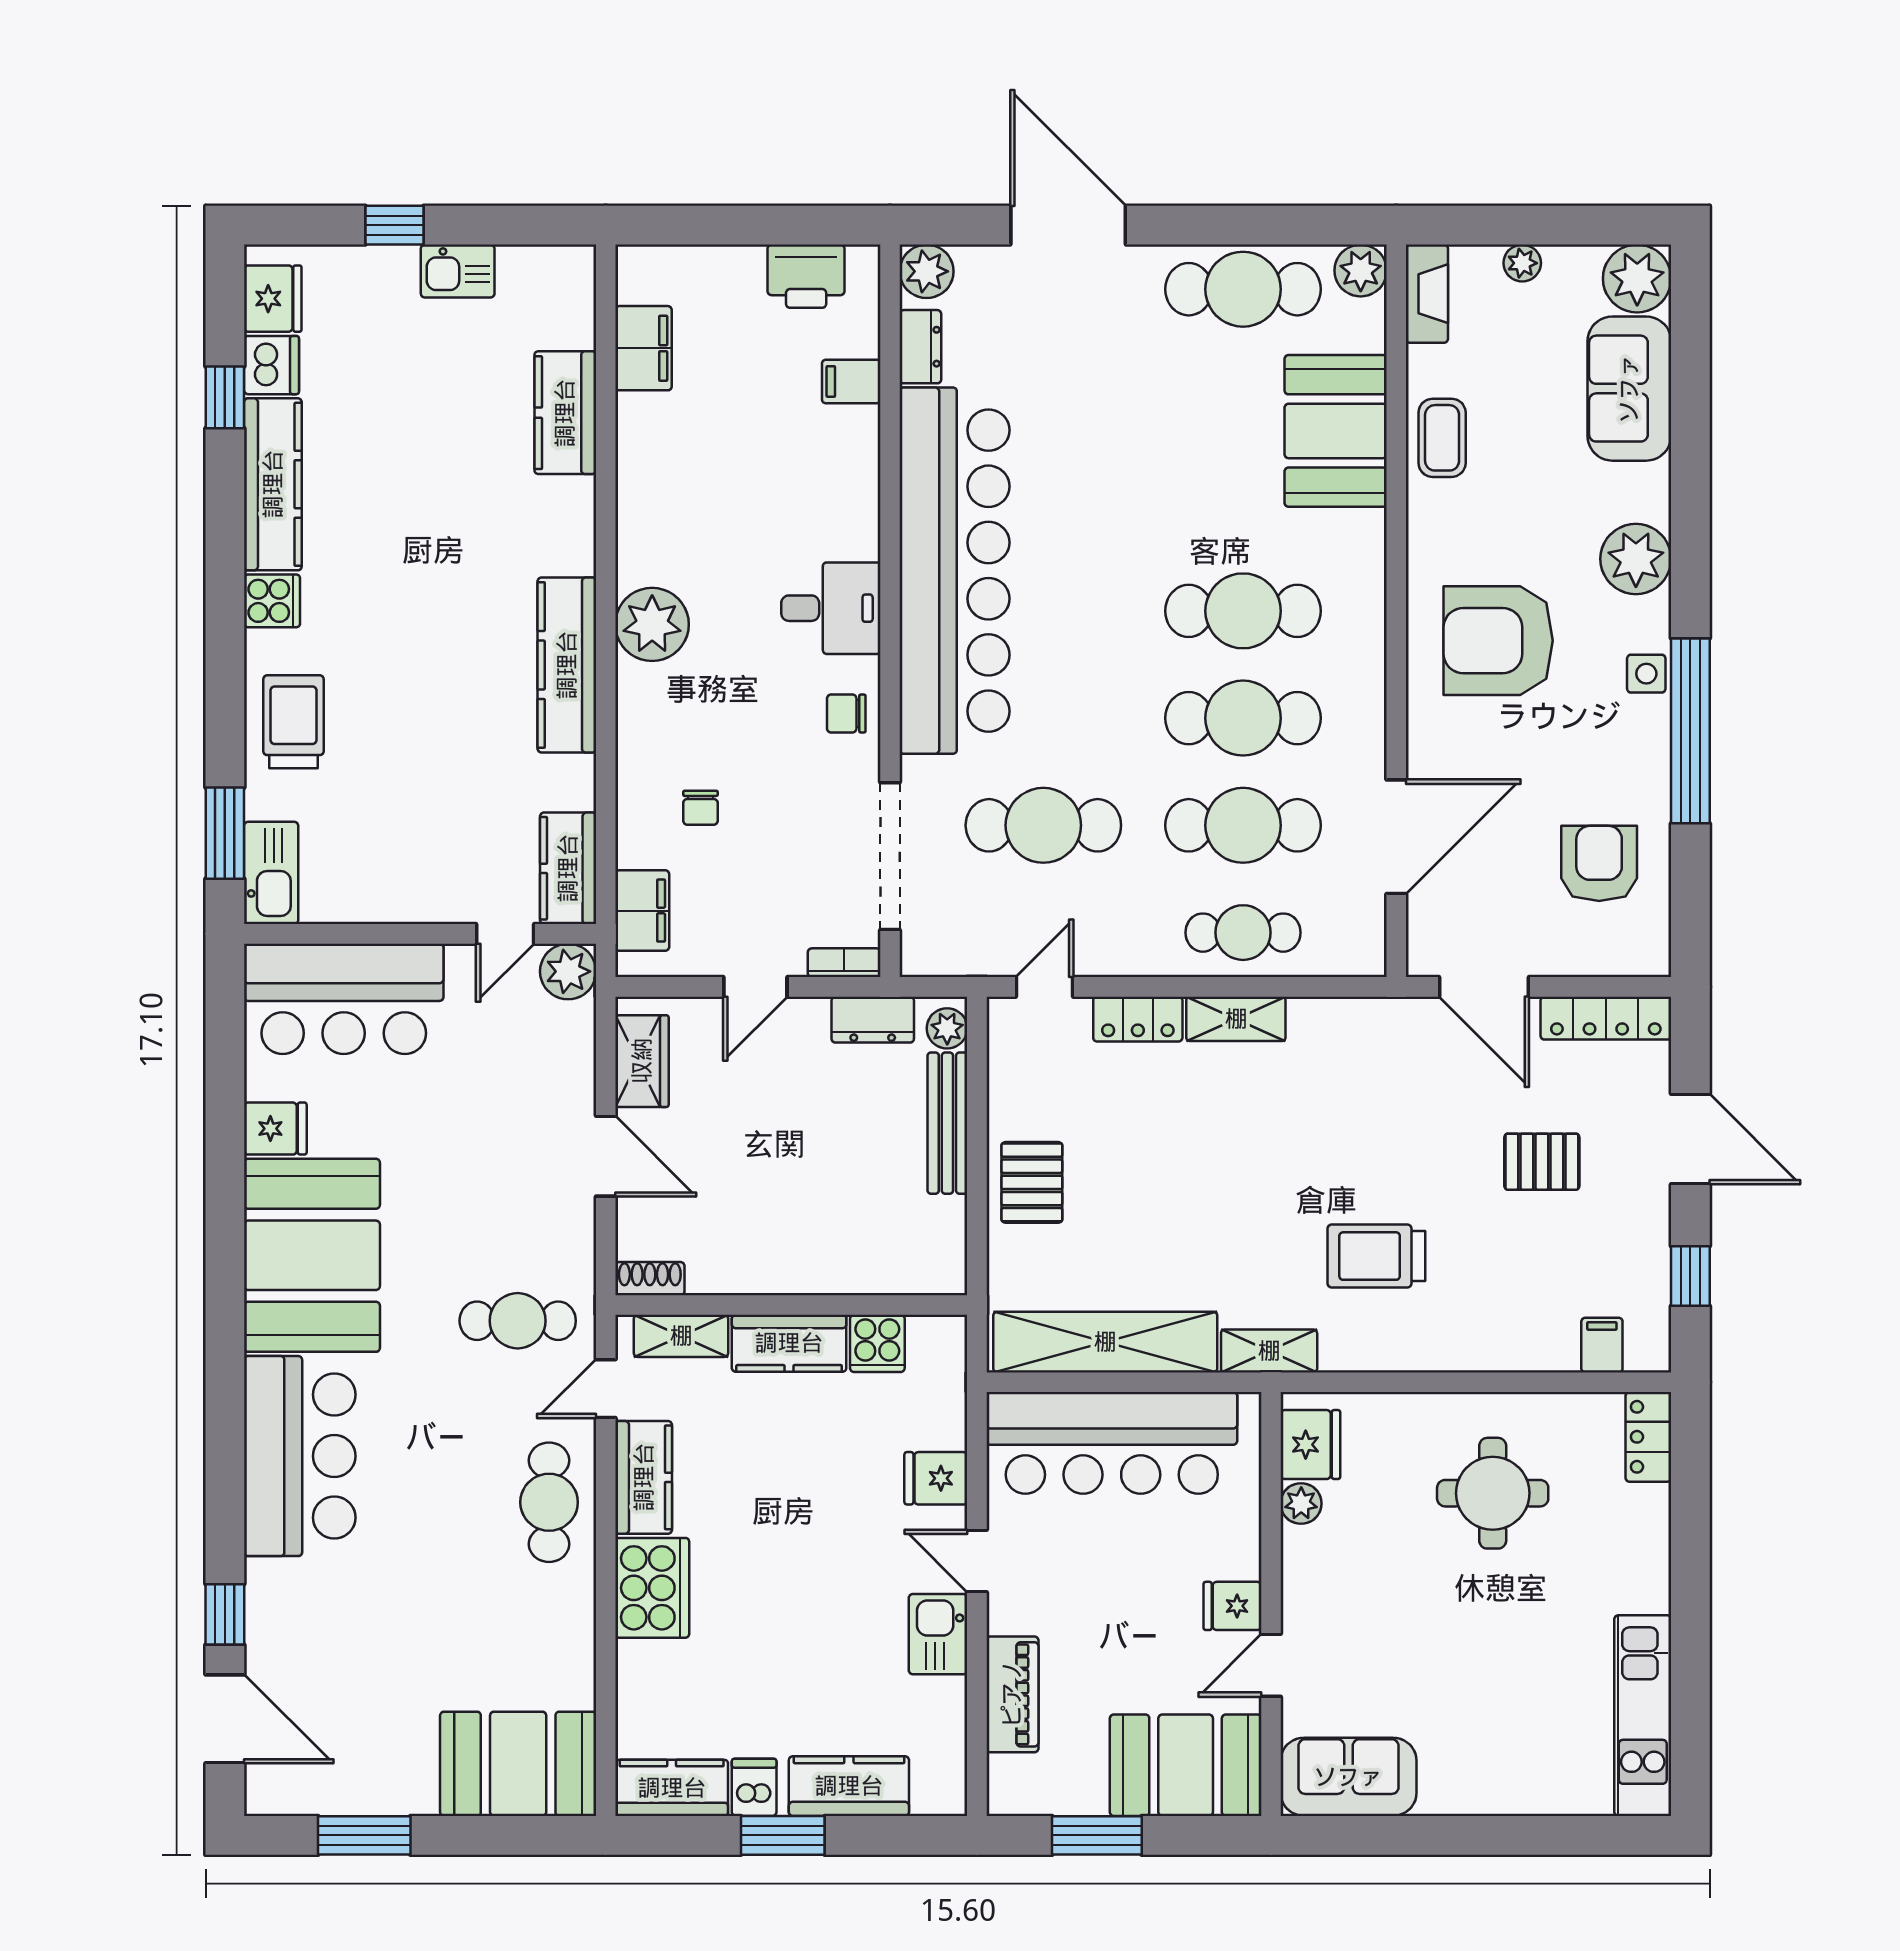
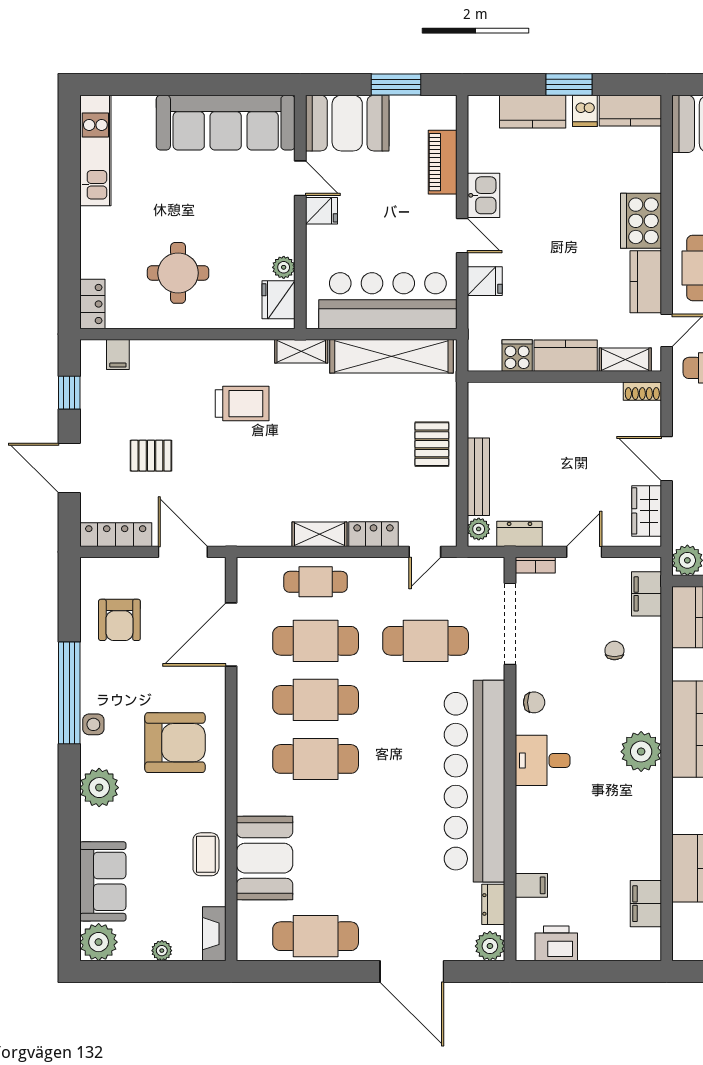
plant: (1361, 271) -> (251, 946), removed
door: (1271, 1665) -> (300, 178), hinge flipped
sofa: (1348, 1777) -> (226, 123), width x1.85, depth x1.27

